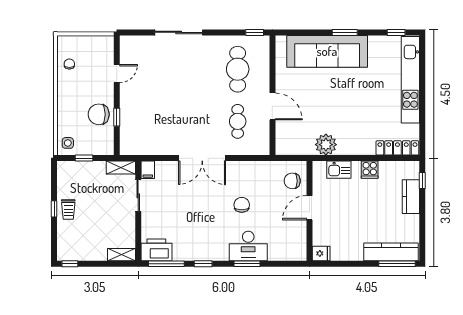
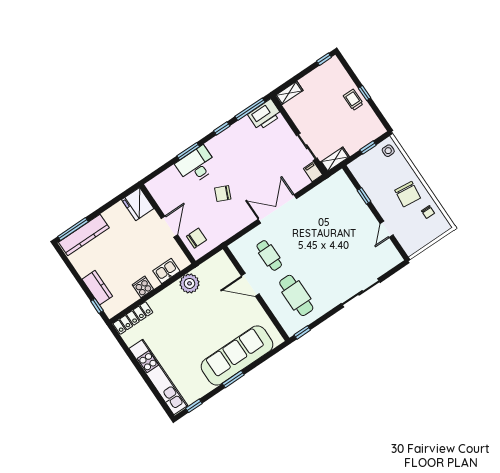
chair: (99, 114) -> (408, 194), moved, turned 96
chair: (242, 205) -> (223, 194), turned 114
fridge: (321, 253) -> (138, 204), width x1.88, depth x1.34

